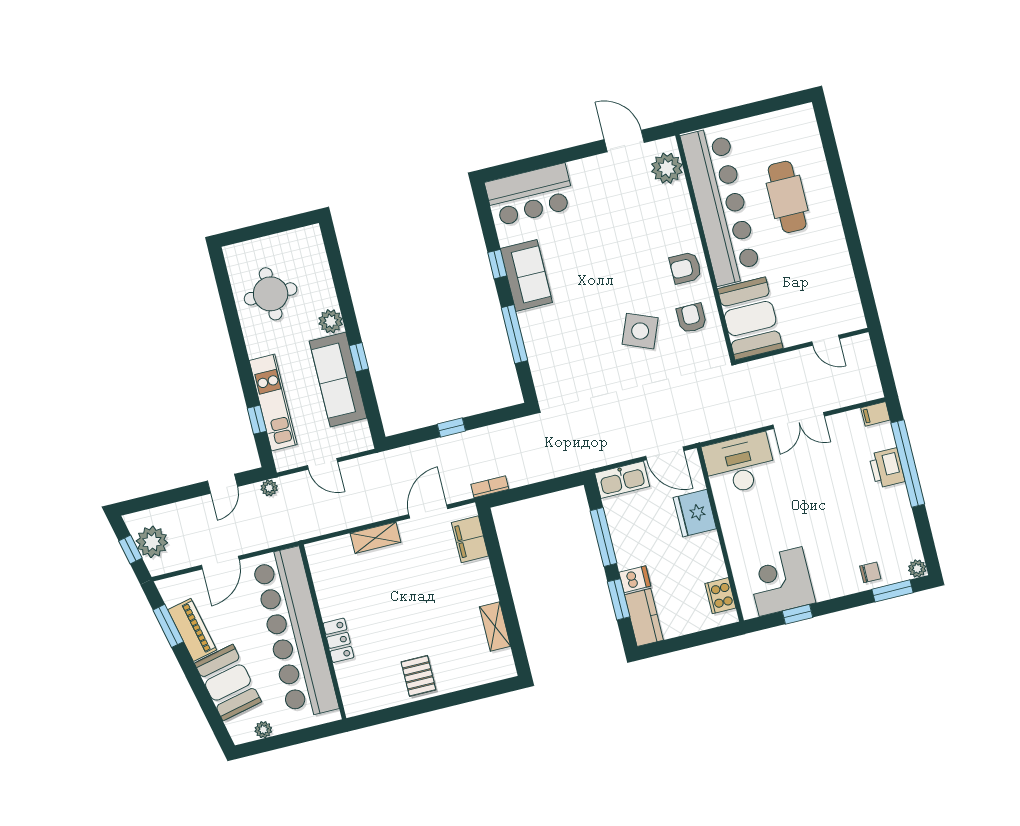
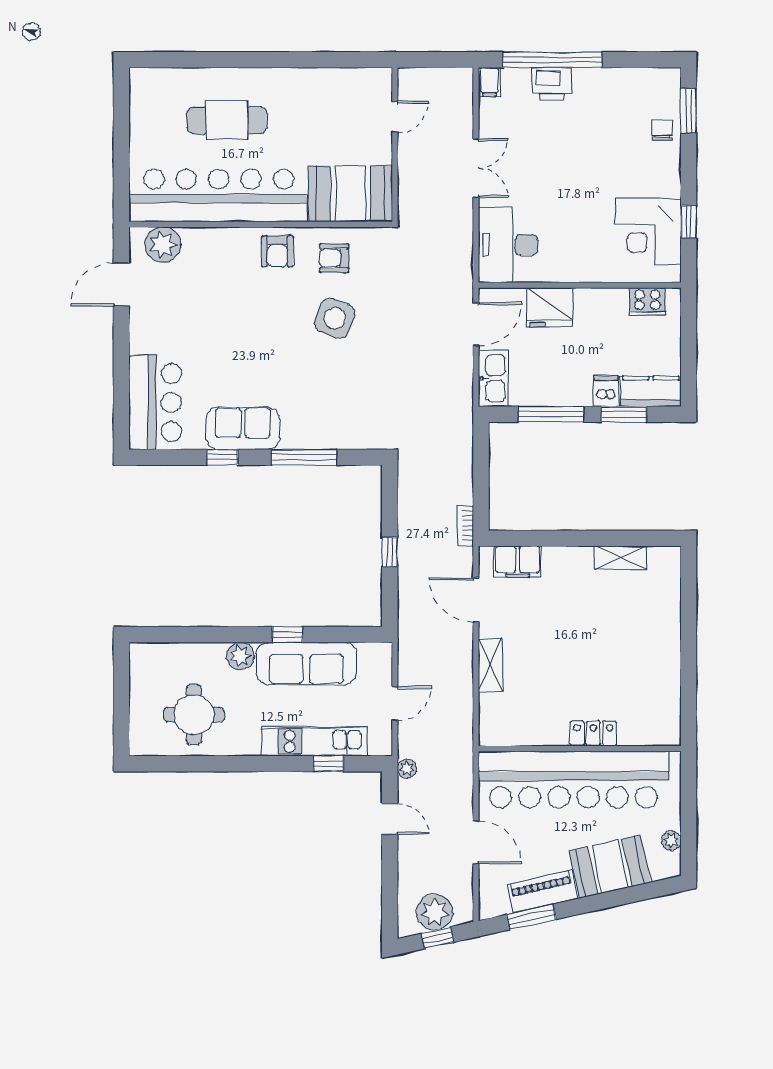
plant: (917, 569) -> (671, 78), removed
pallet: (418, 676) -> (654, 655), removed

